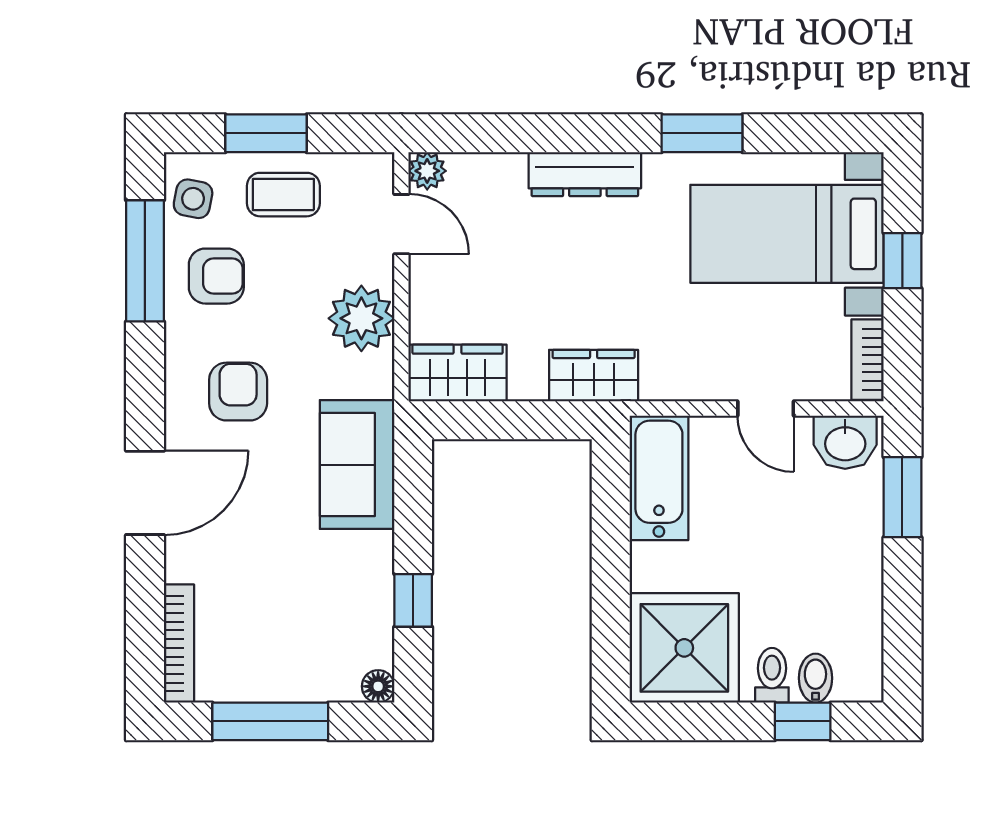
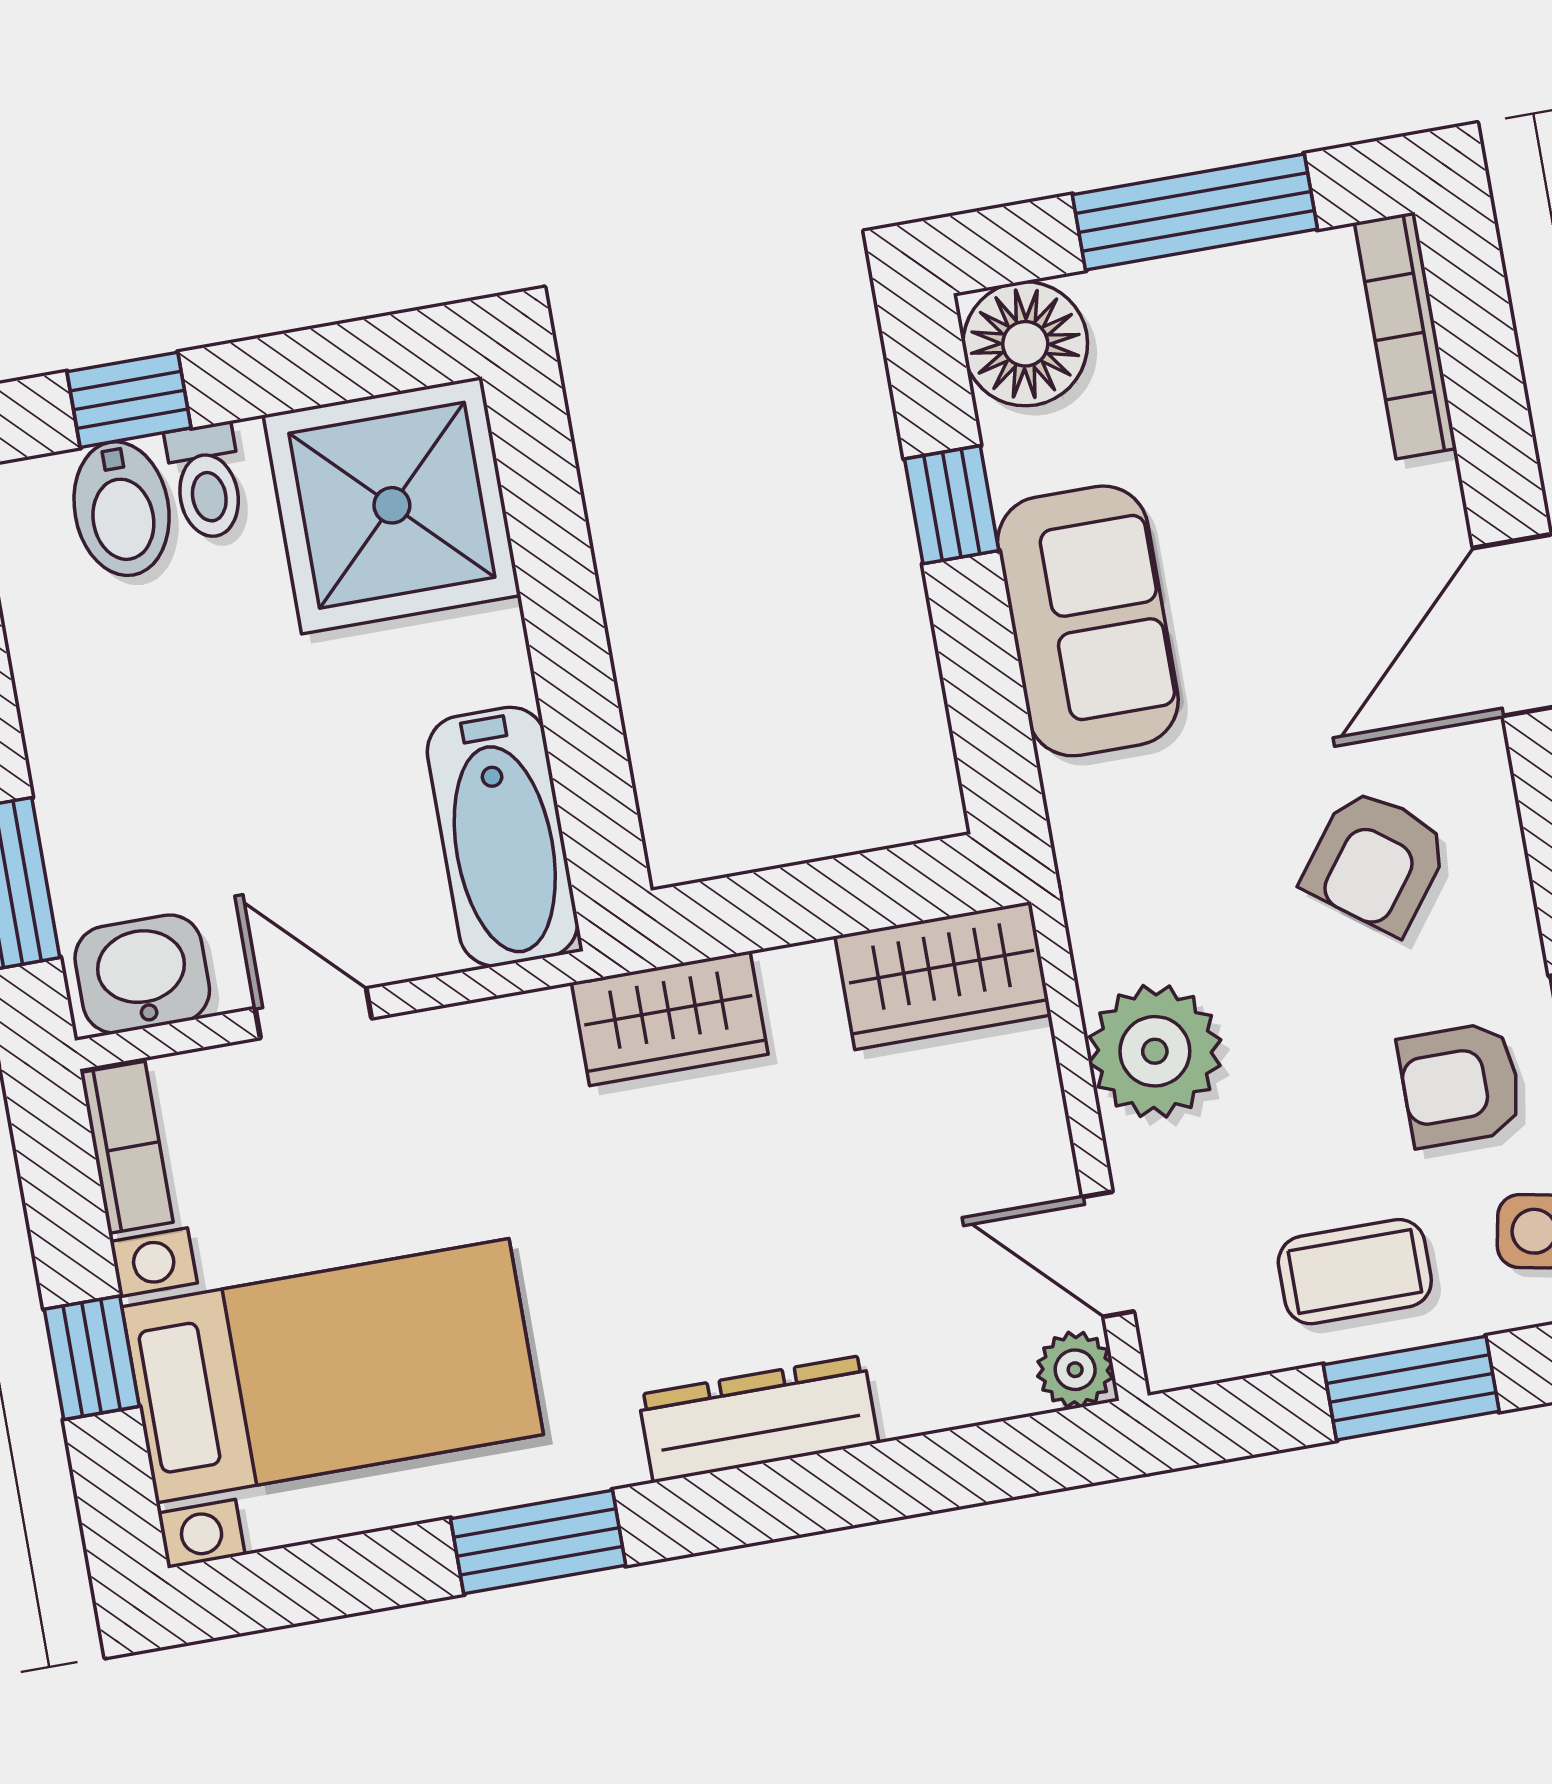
armchair: (238, 392) -> (1376, 861), turned 37
sofa: (357, 465) -> (1088, 621), moved
bidet: (815, 678) -> (122, 509), width x1.38, depth x1.36
floor lamp: (378, 686) -> (1025, 344), width x1.89, depth x1.89

